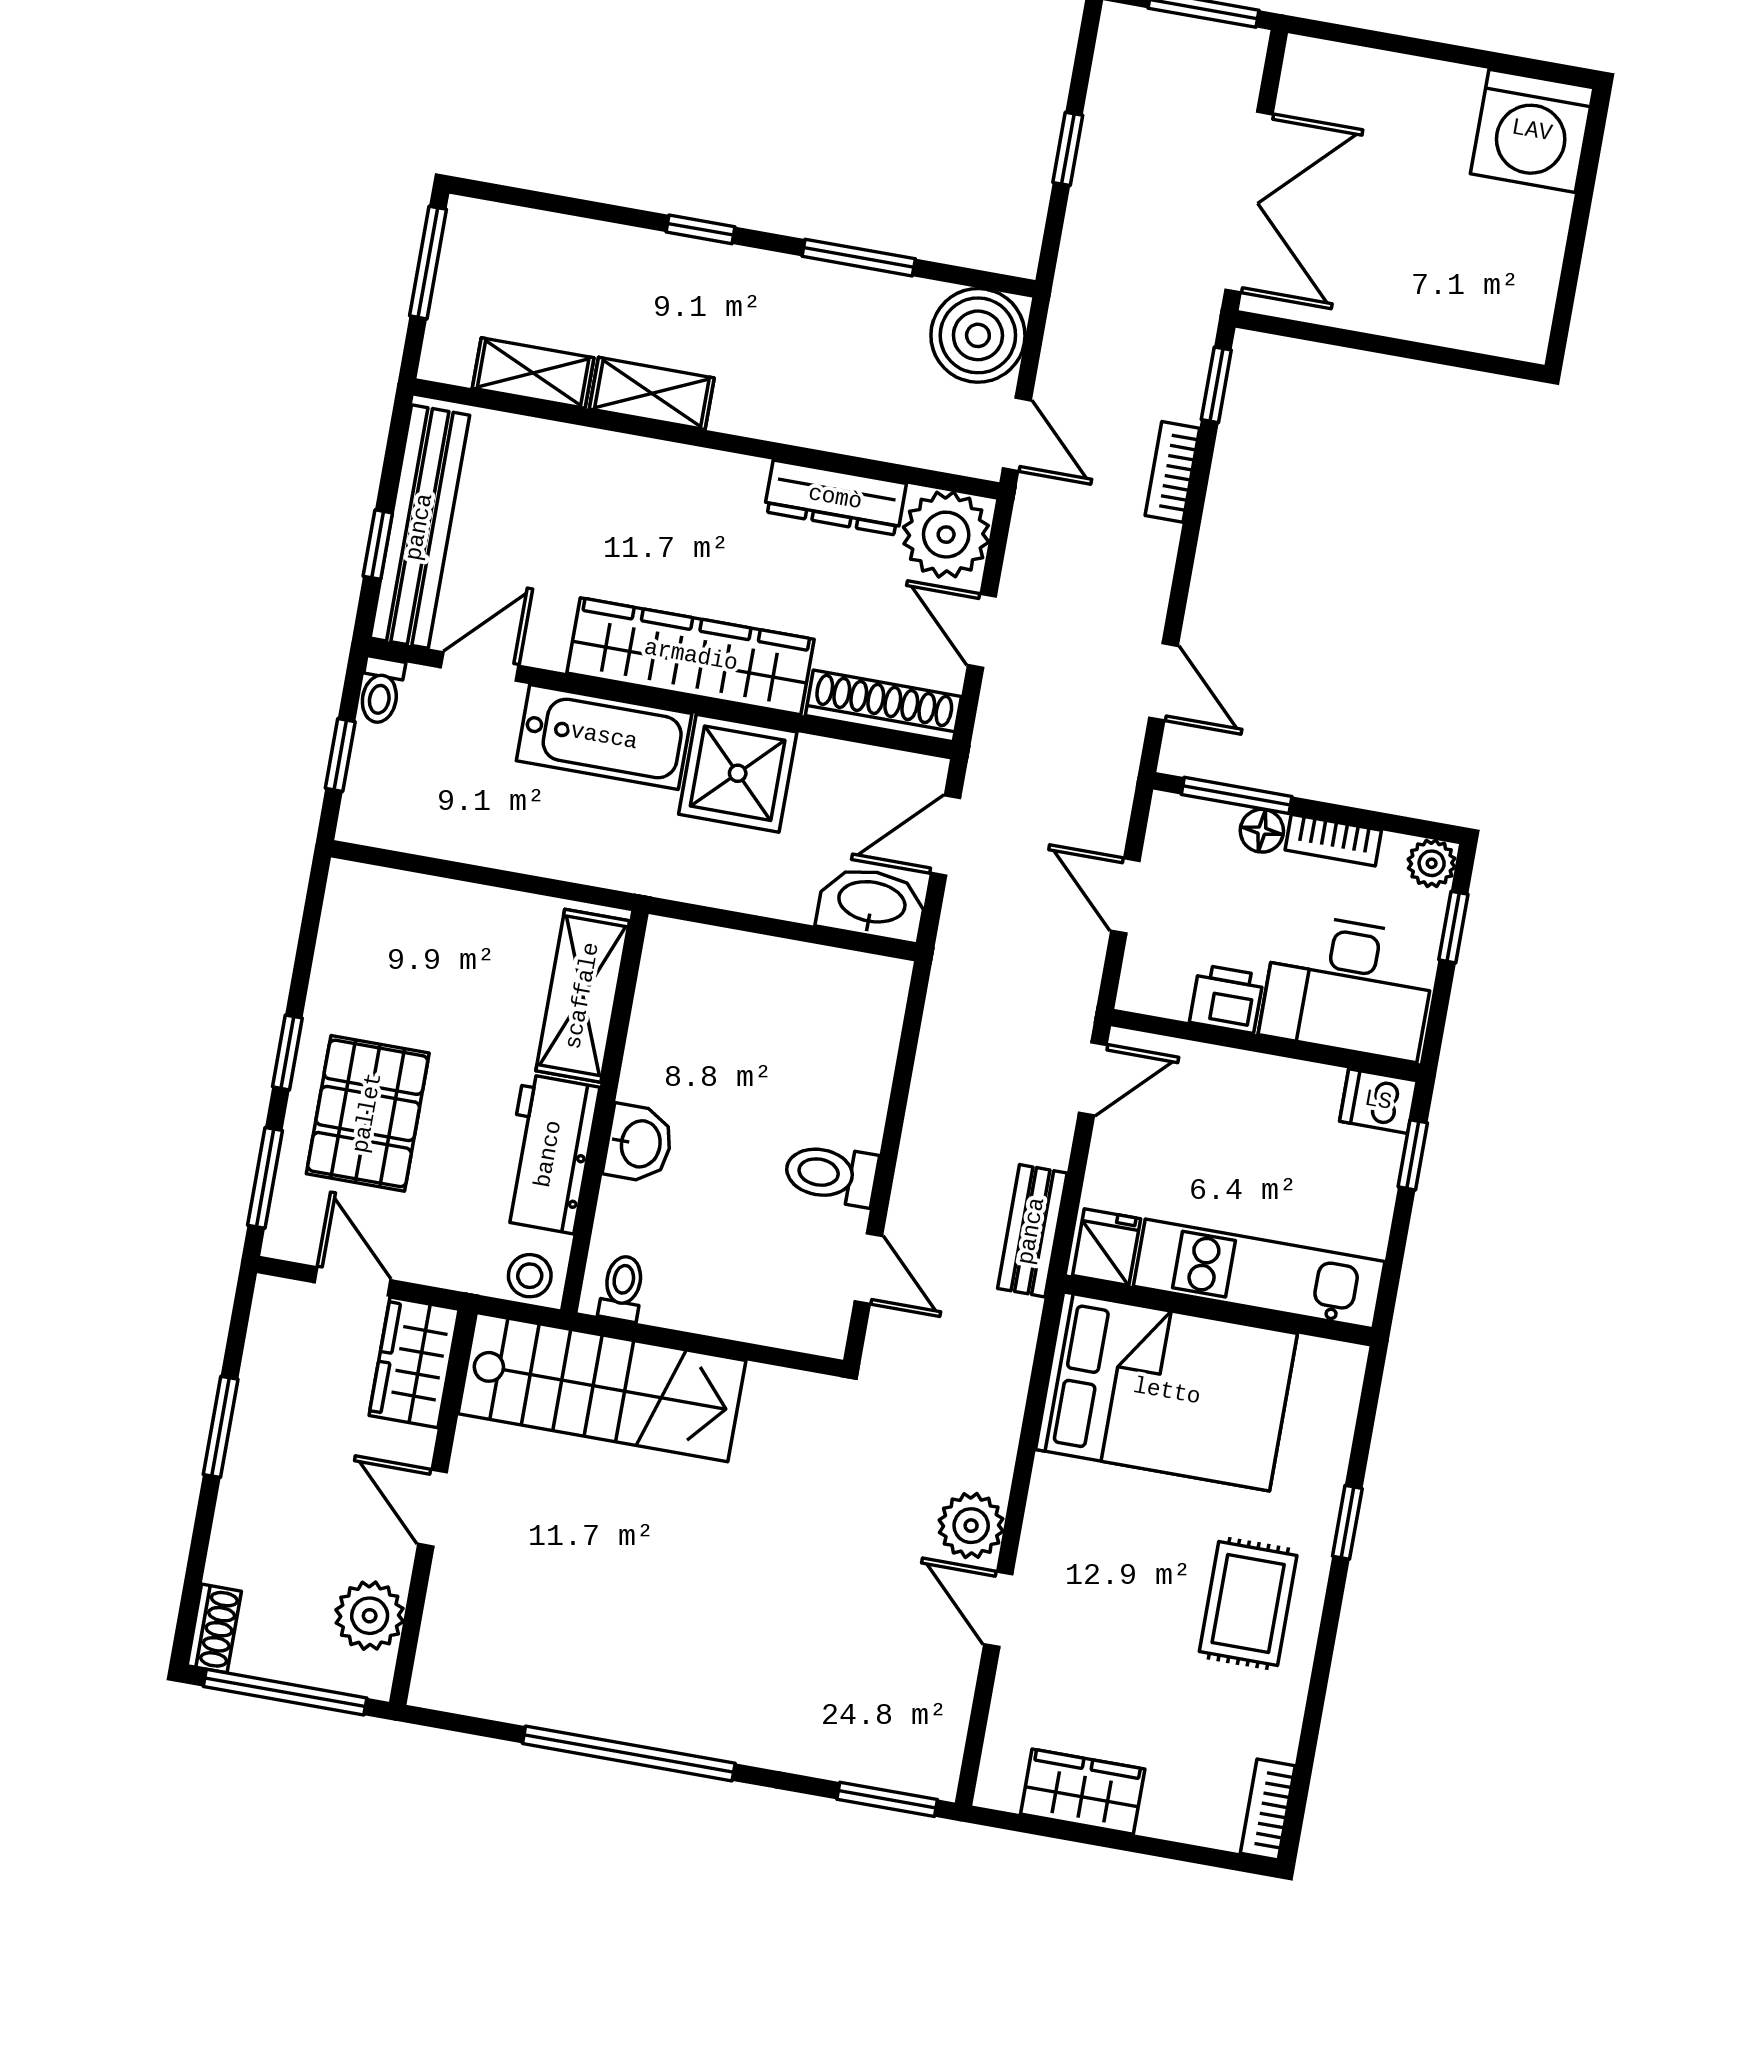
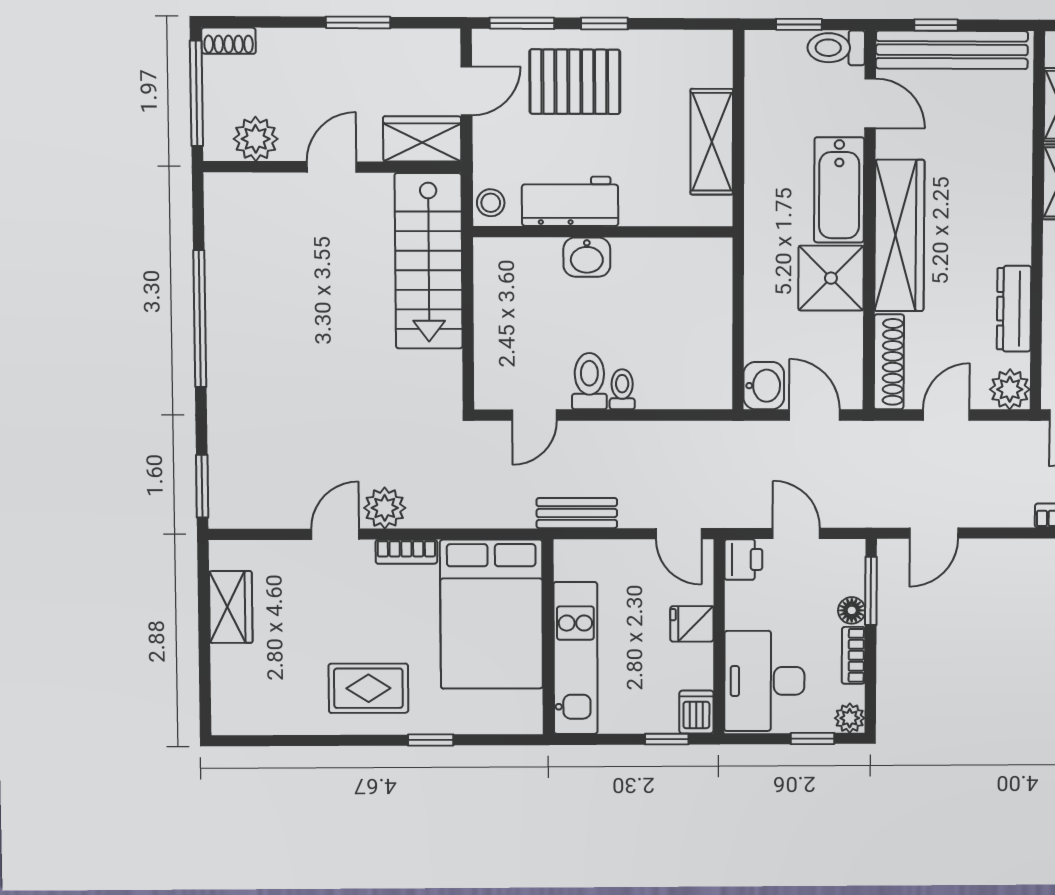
plant: (946, 535) -> (1010, 389), width x0.73, depth x0.73
toilet: (381, 690) -> (836, 48), width x1.37, depth x1.39
door: (1125, 896) -> (796, 533), hinge flipped
washbasin: (872, 904) -> (764, 386), width x0.72
shelving: (583, 996) -> (712, 142), moved, turned 90
printer: (1227, 999) -> (743, 559), moved
fridge: (1107, 1247) -> (692, 624), moved, turned 180
toilet: (622, 1288) -> (622, 389), moved, turned -90
bookcase: (1268, 1809) -> (406, 552), moved, turned 180

